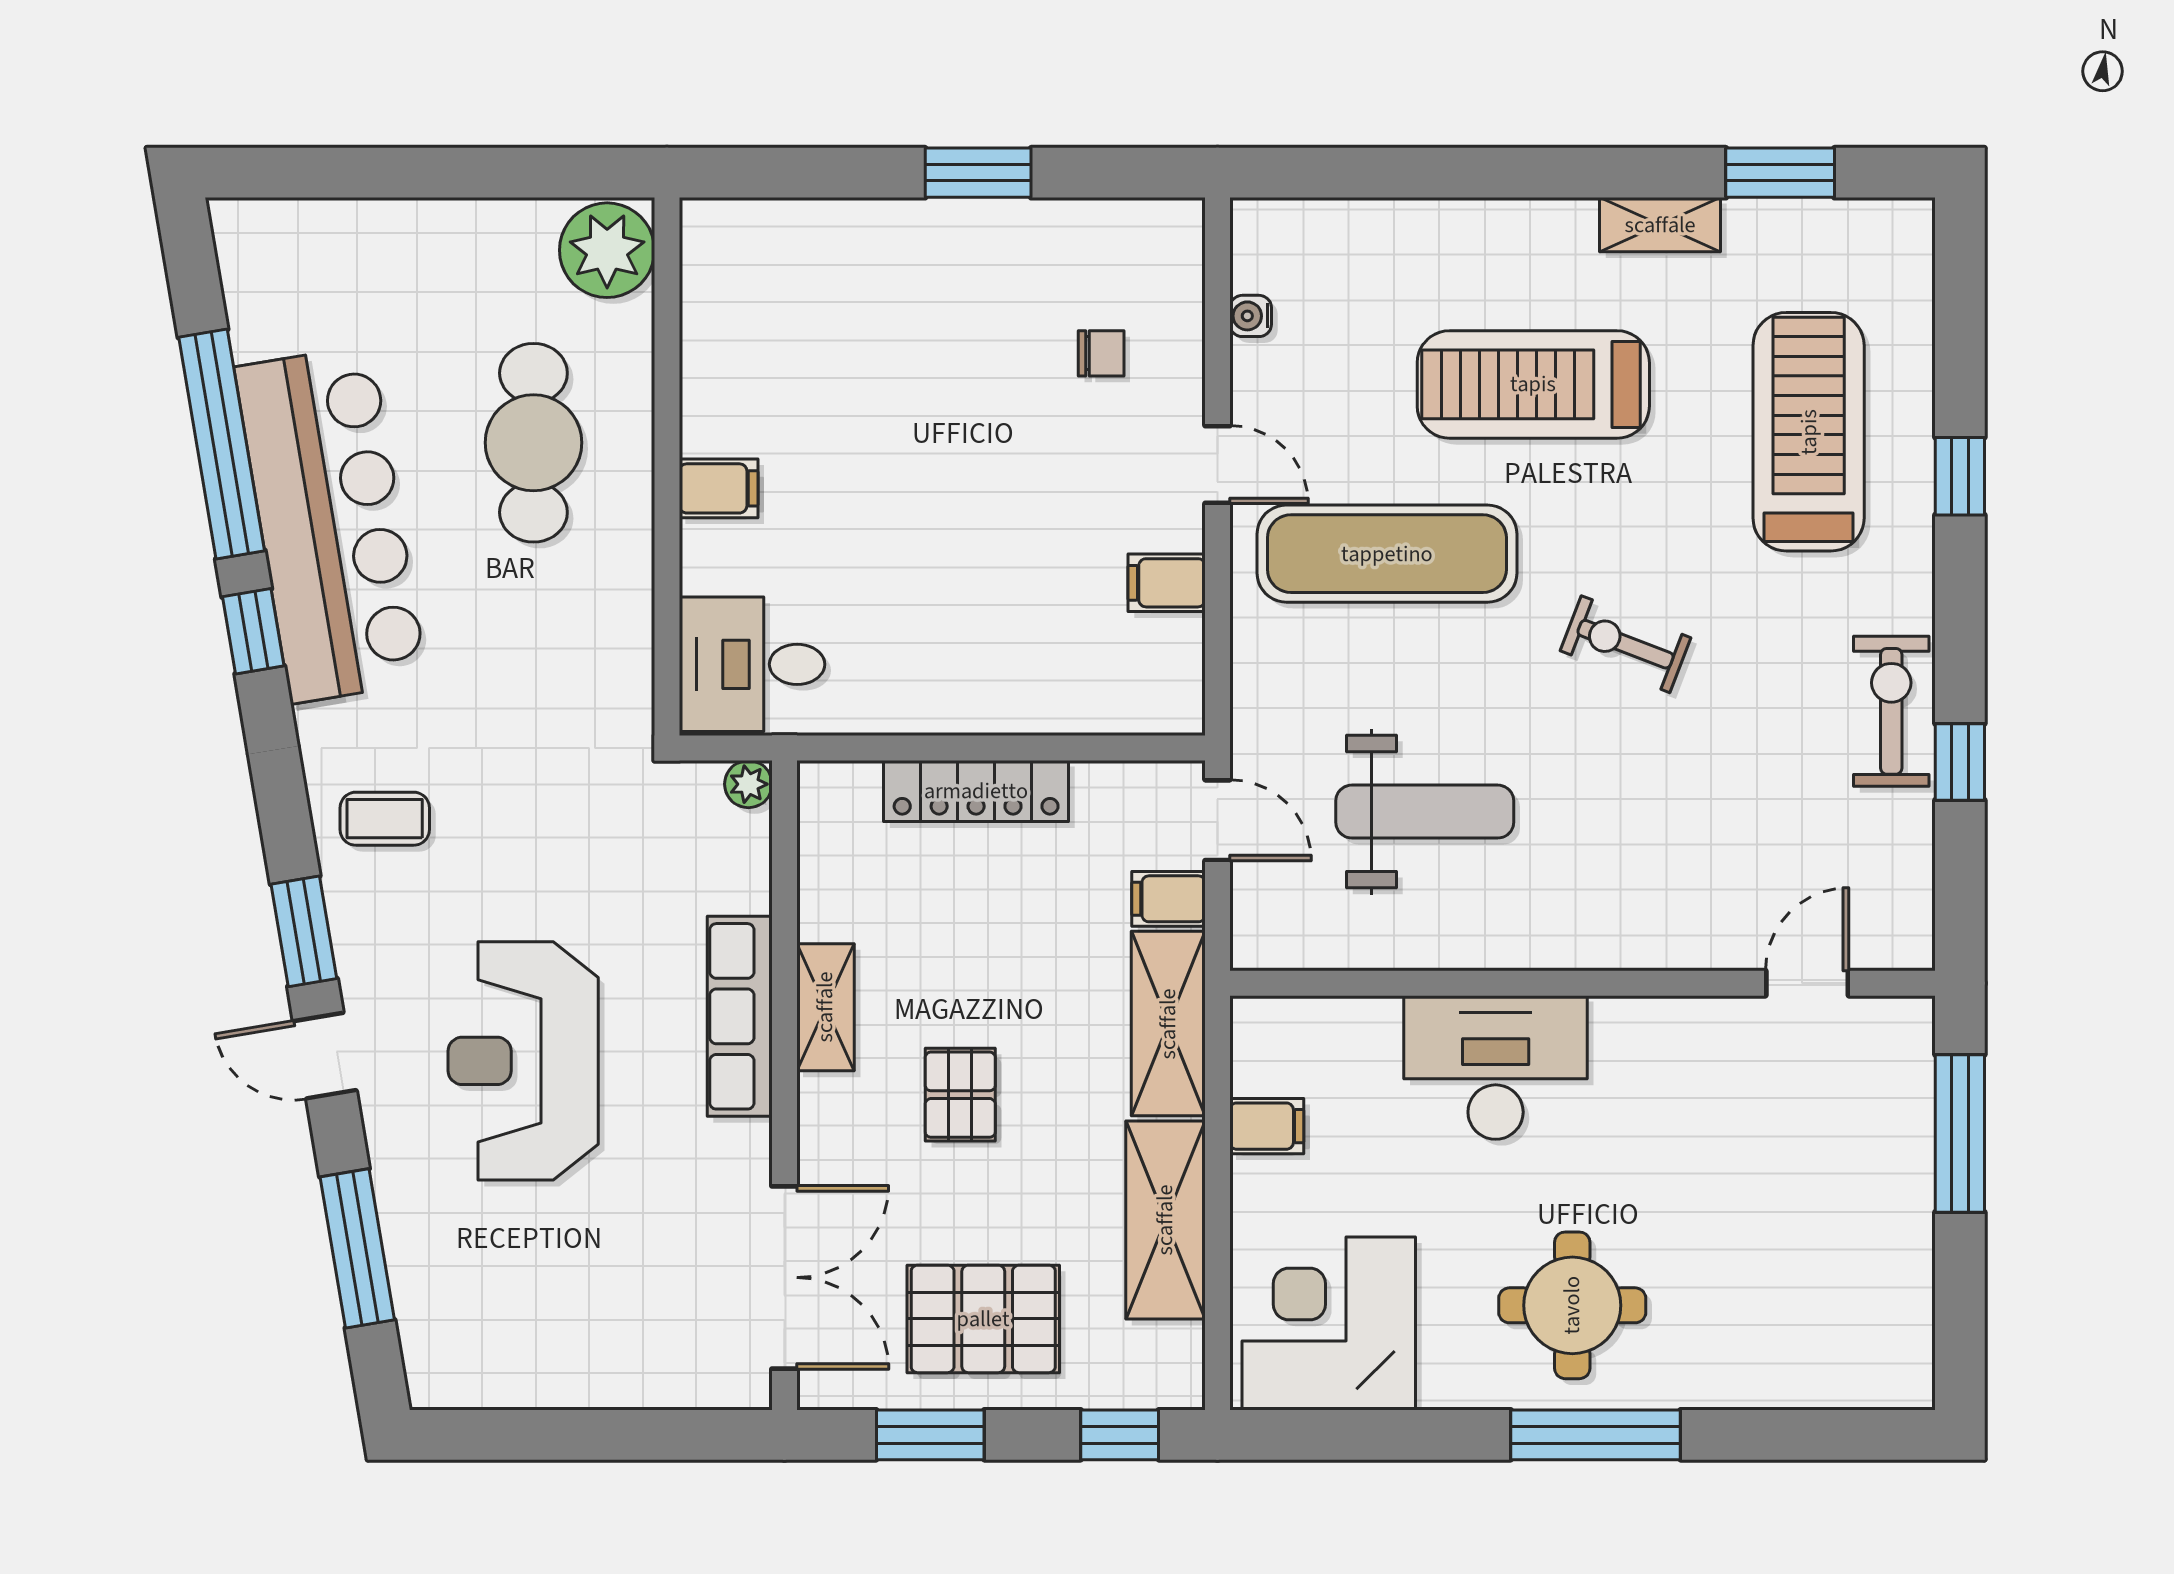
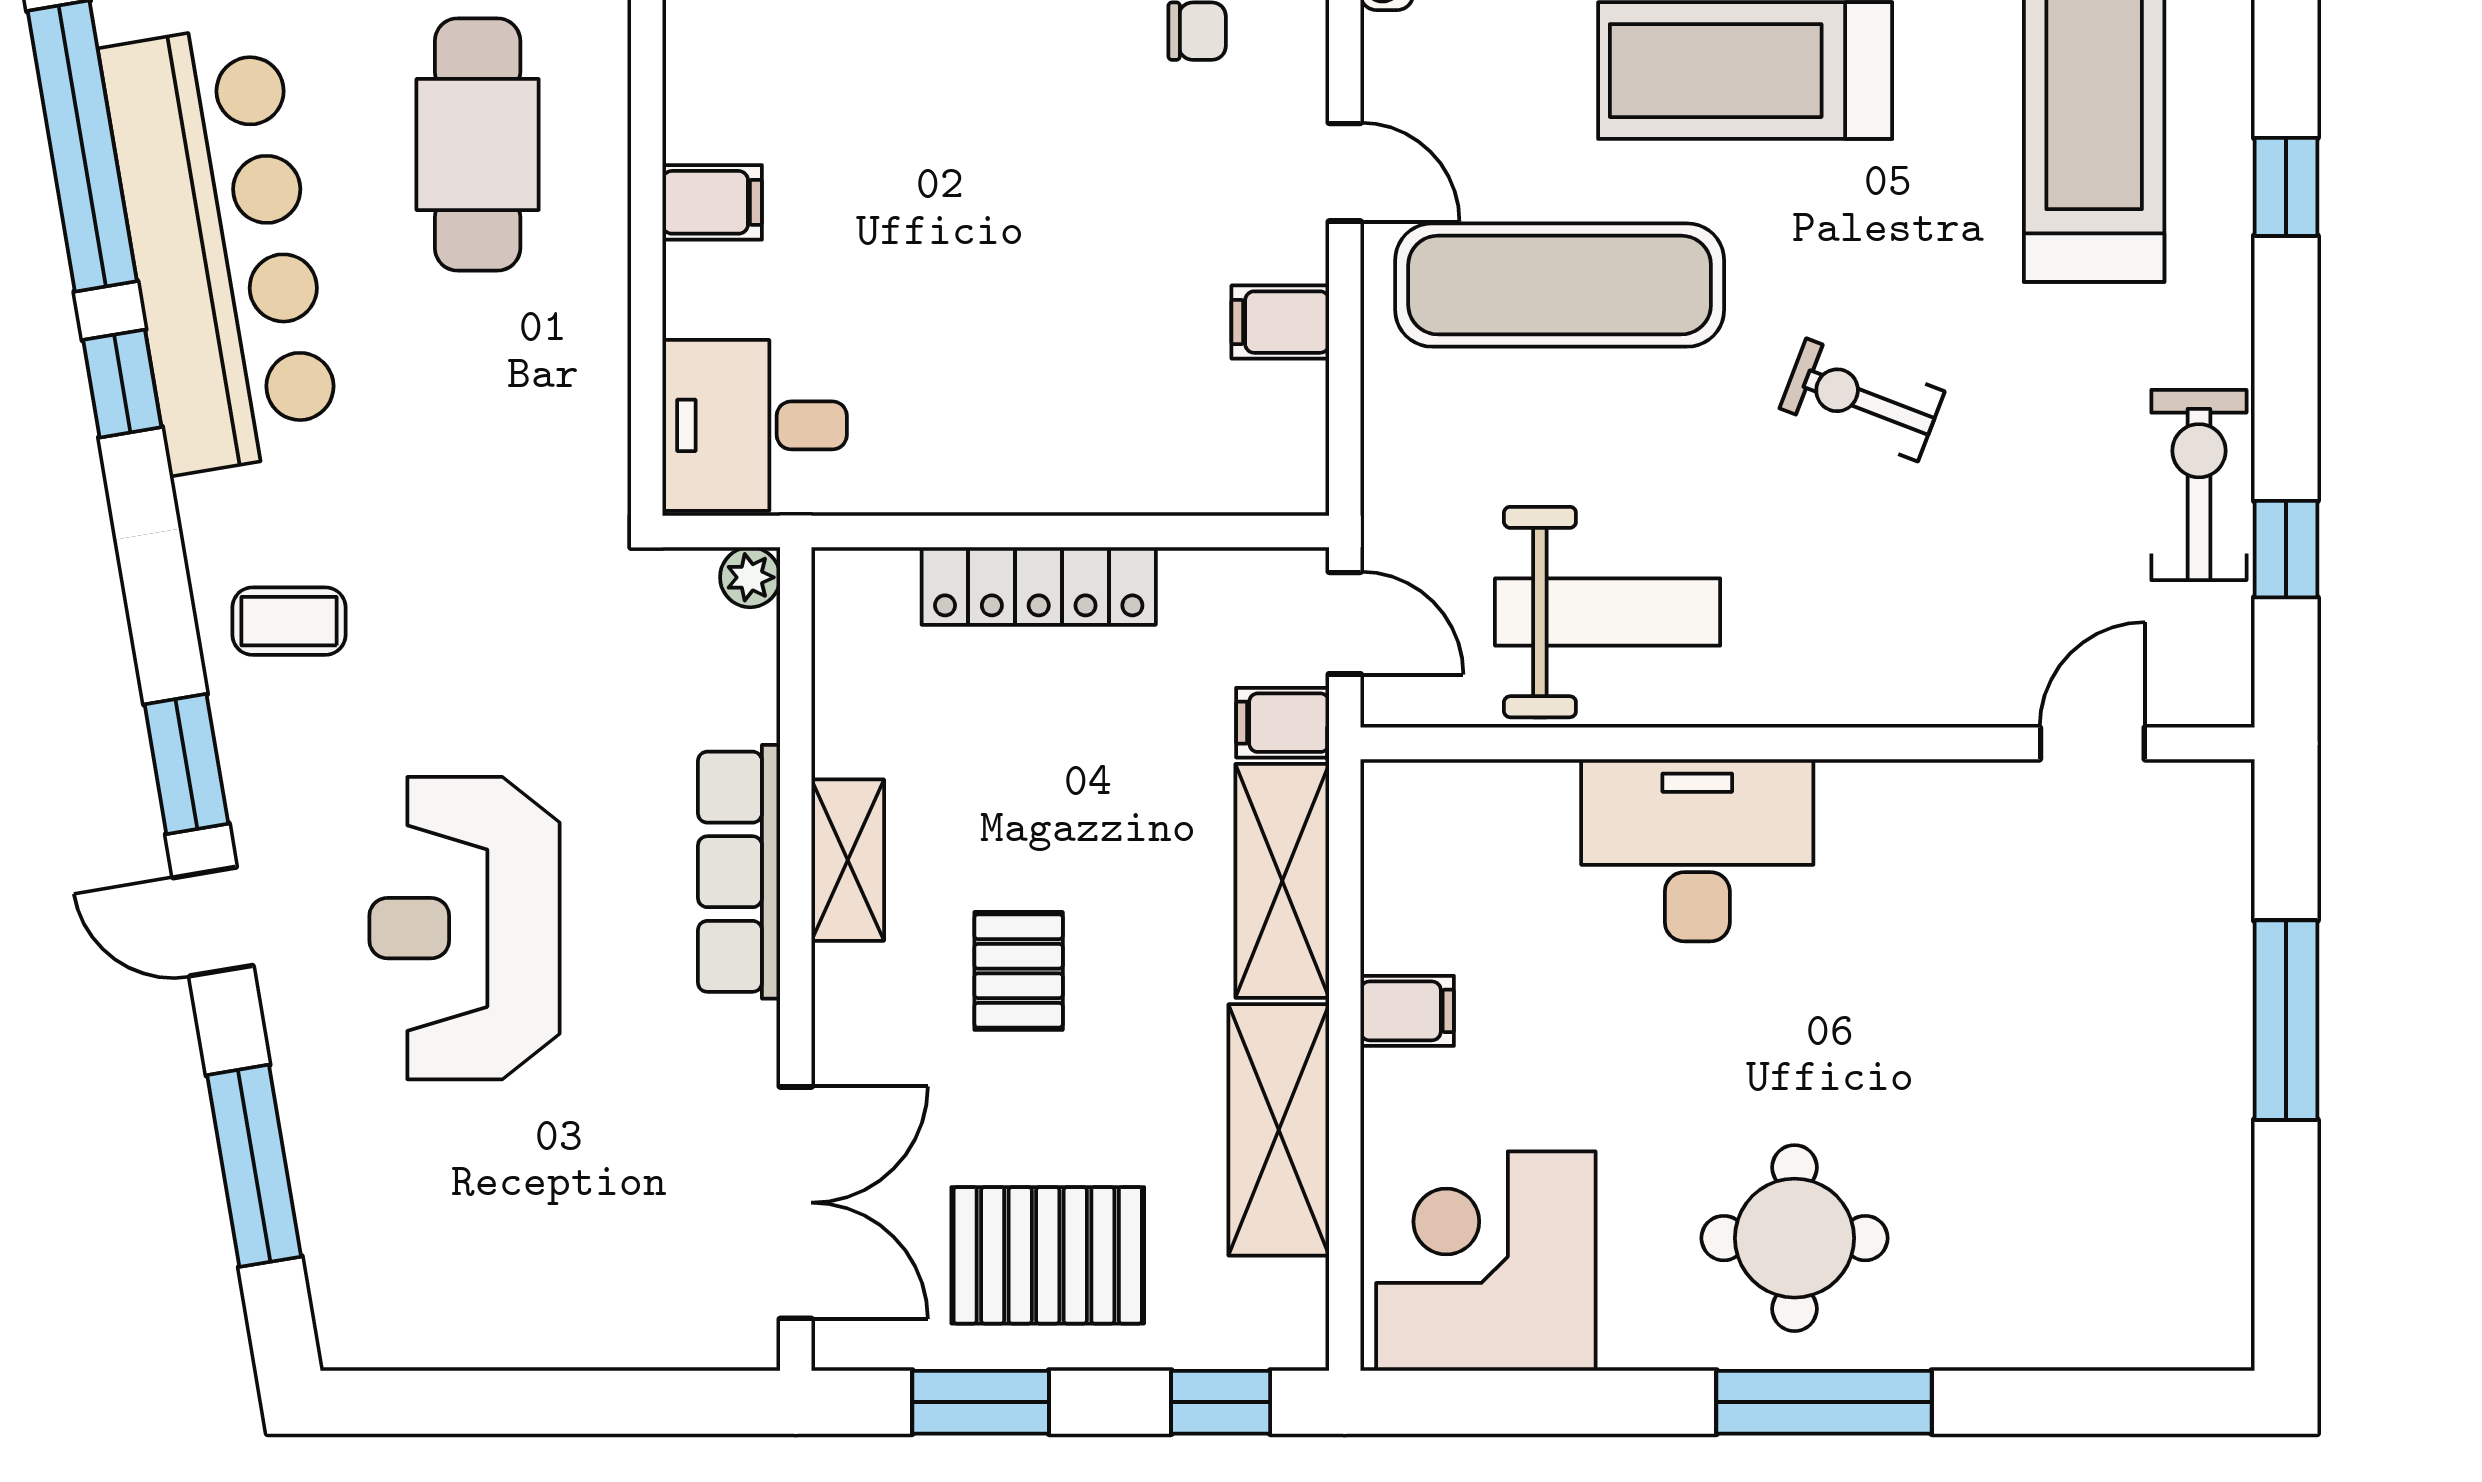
wall: (1583, 983) -> (1807, 743), moved
door: (1807, 983) -> (2092, 743), moved
desk: (1496, 1067) -> (1697, 850), moved

